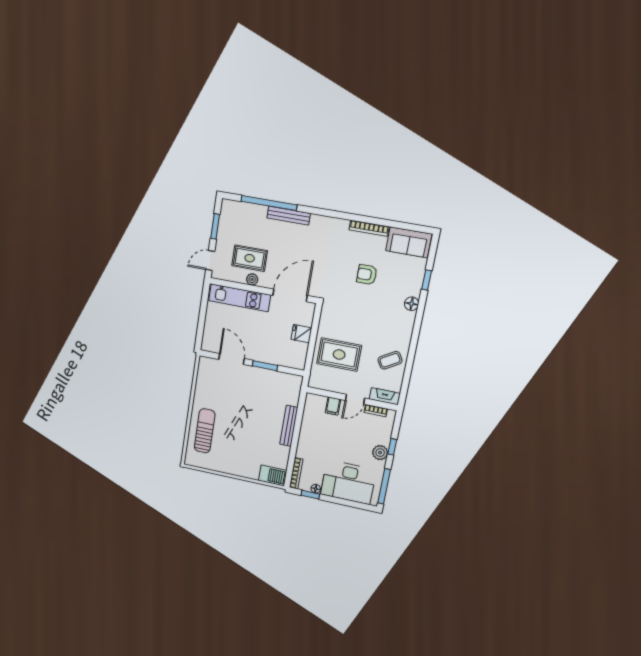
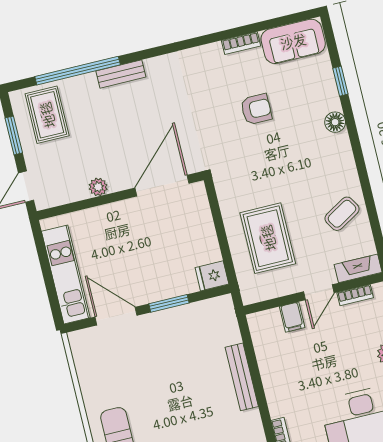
bench: (289, 216) -> (121, 74), width x0.73
bookcase: (369, 228) -> (241, 43), width x0.64
rug: (250, 258) -> (47, 115), moved, turned 90
armchair: (367, 275) -> (256, 109), turned 180
kitchen unit: (240, 298) -> (66, 274), moved, turned -90
fridge: (301, 334) -> (212, 276), moved
rug: (339, 355) -> (268, 238), turned 90

